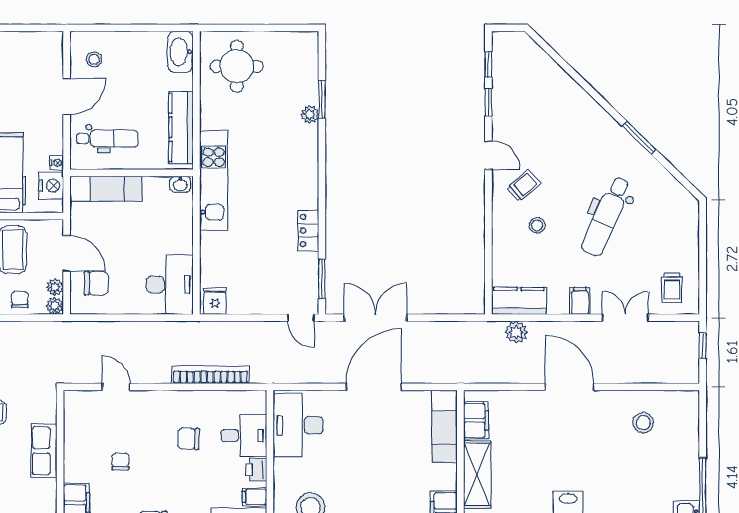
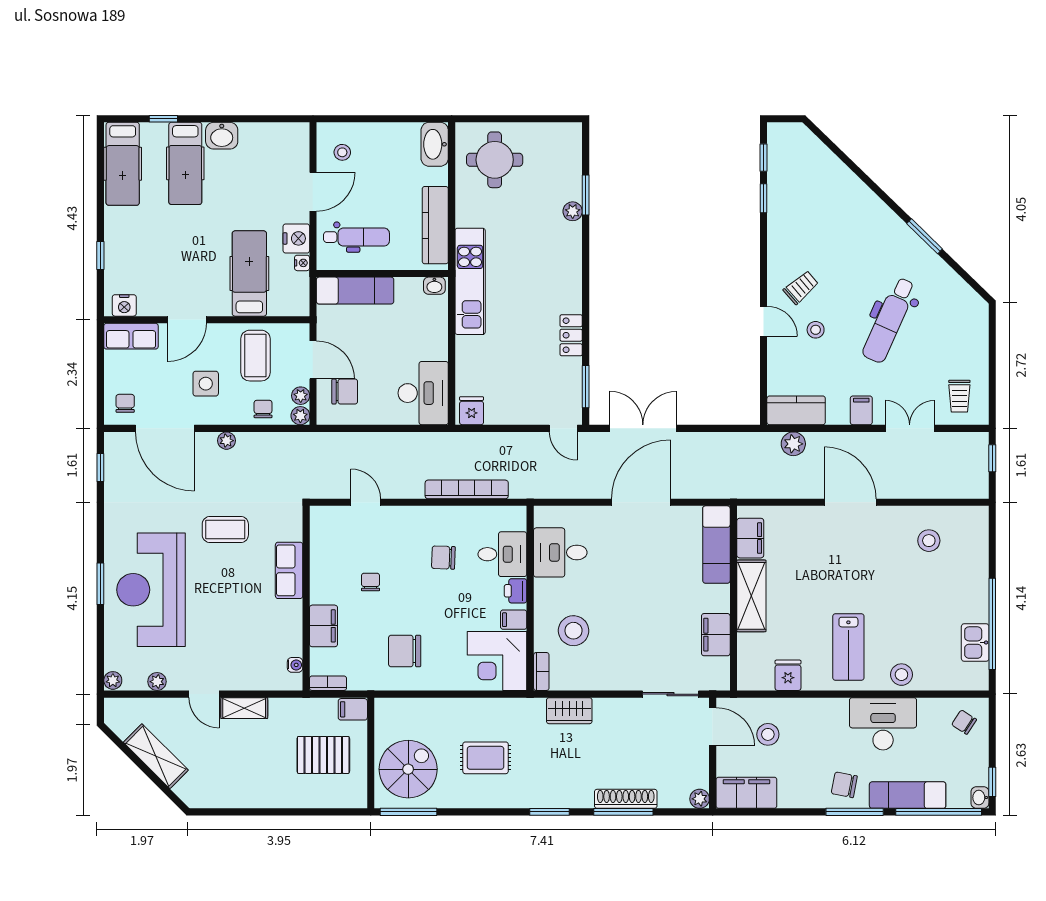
door: (488, 155) -> (764, 321), moved
nightstand: (51, 186) -> (296, 238), moved
desk: (298, 425) -> (560, 552), width x0.73

